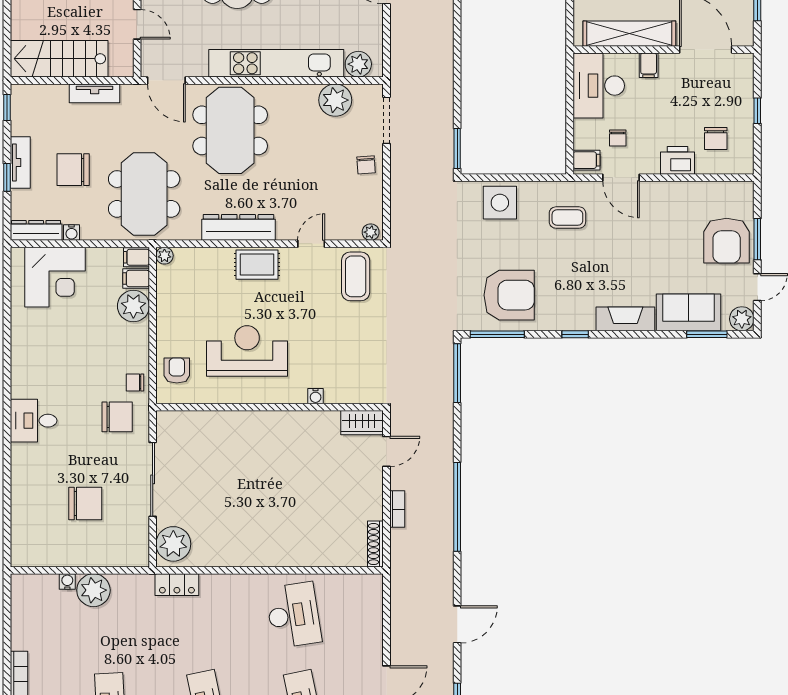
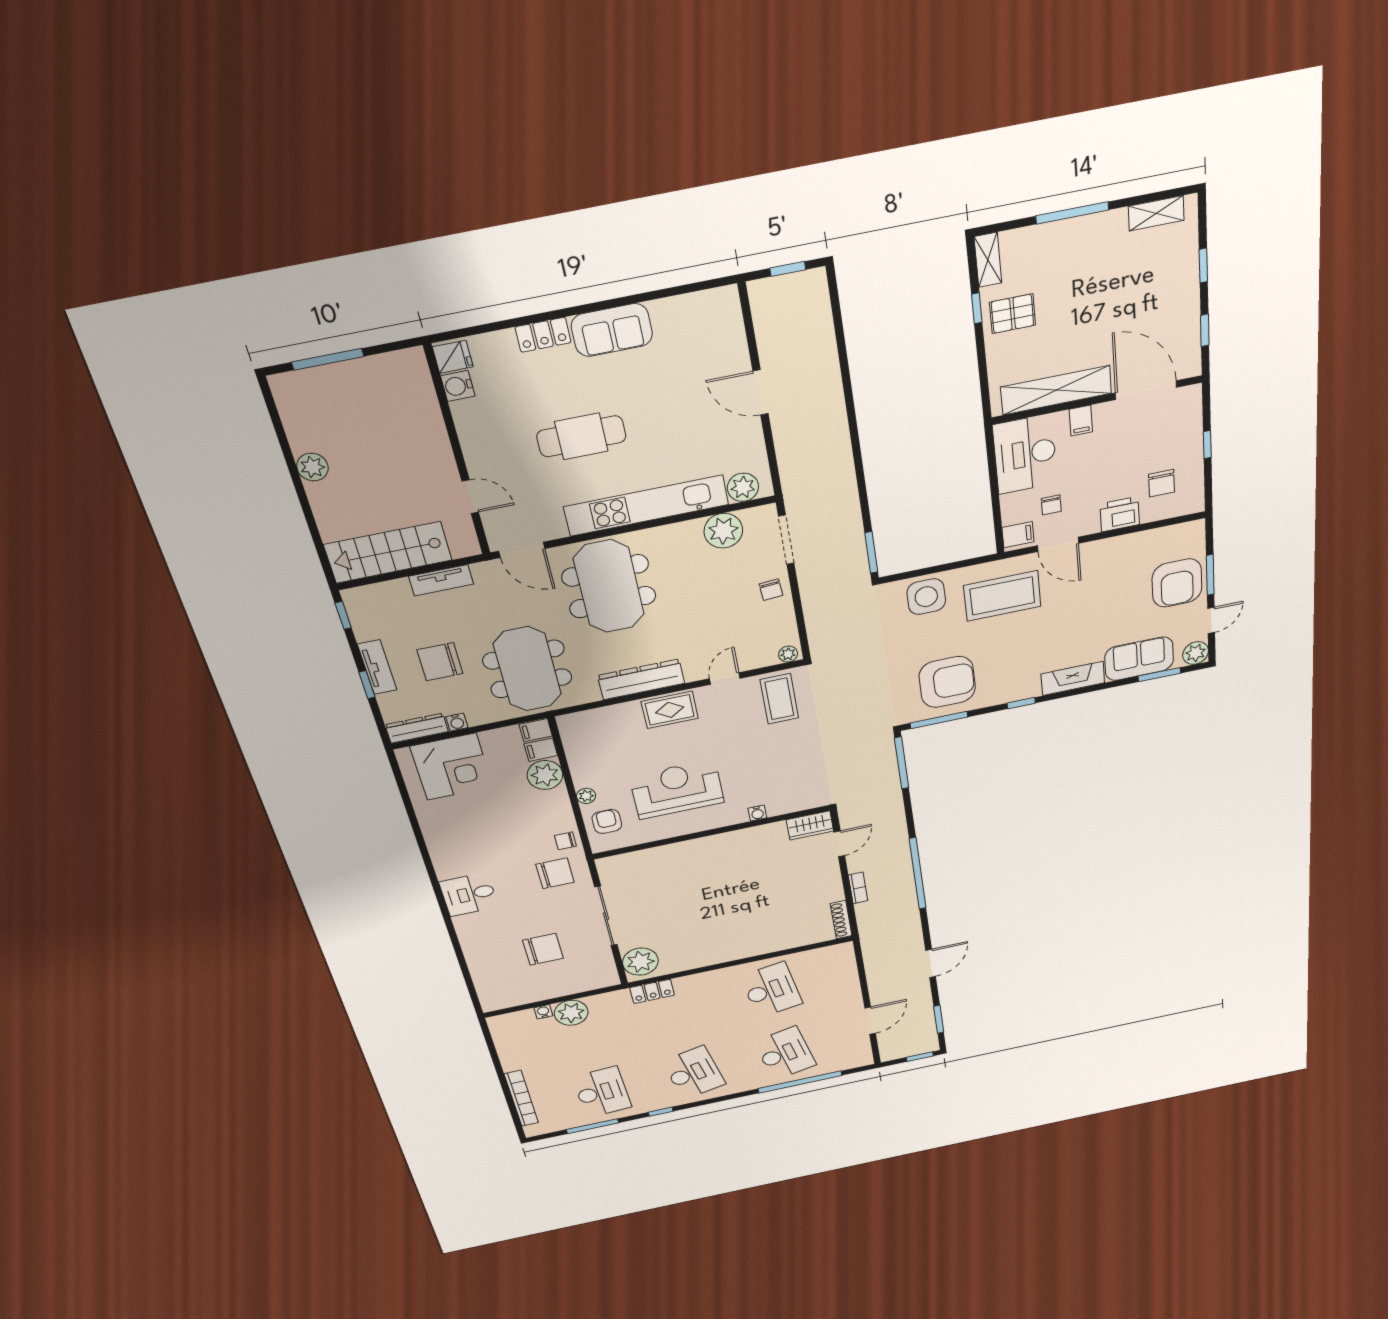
coffee table: (567, 218) -> (1002, 596), width x1.86, depth x1.72
plant: (164, 256) -> (586, 796), moved

